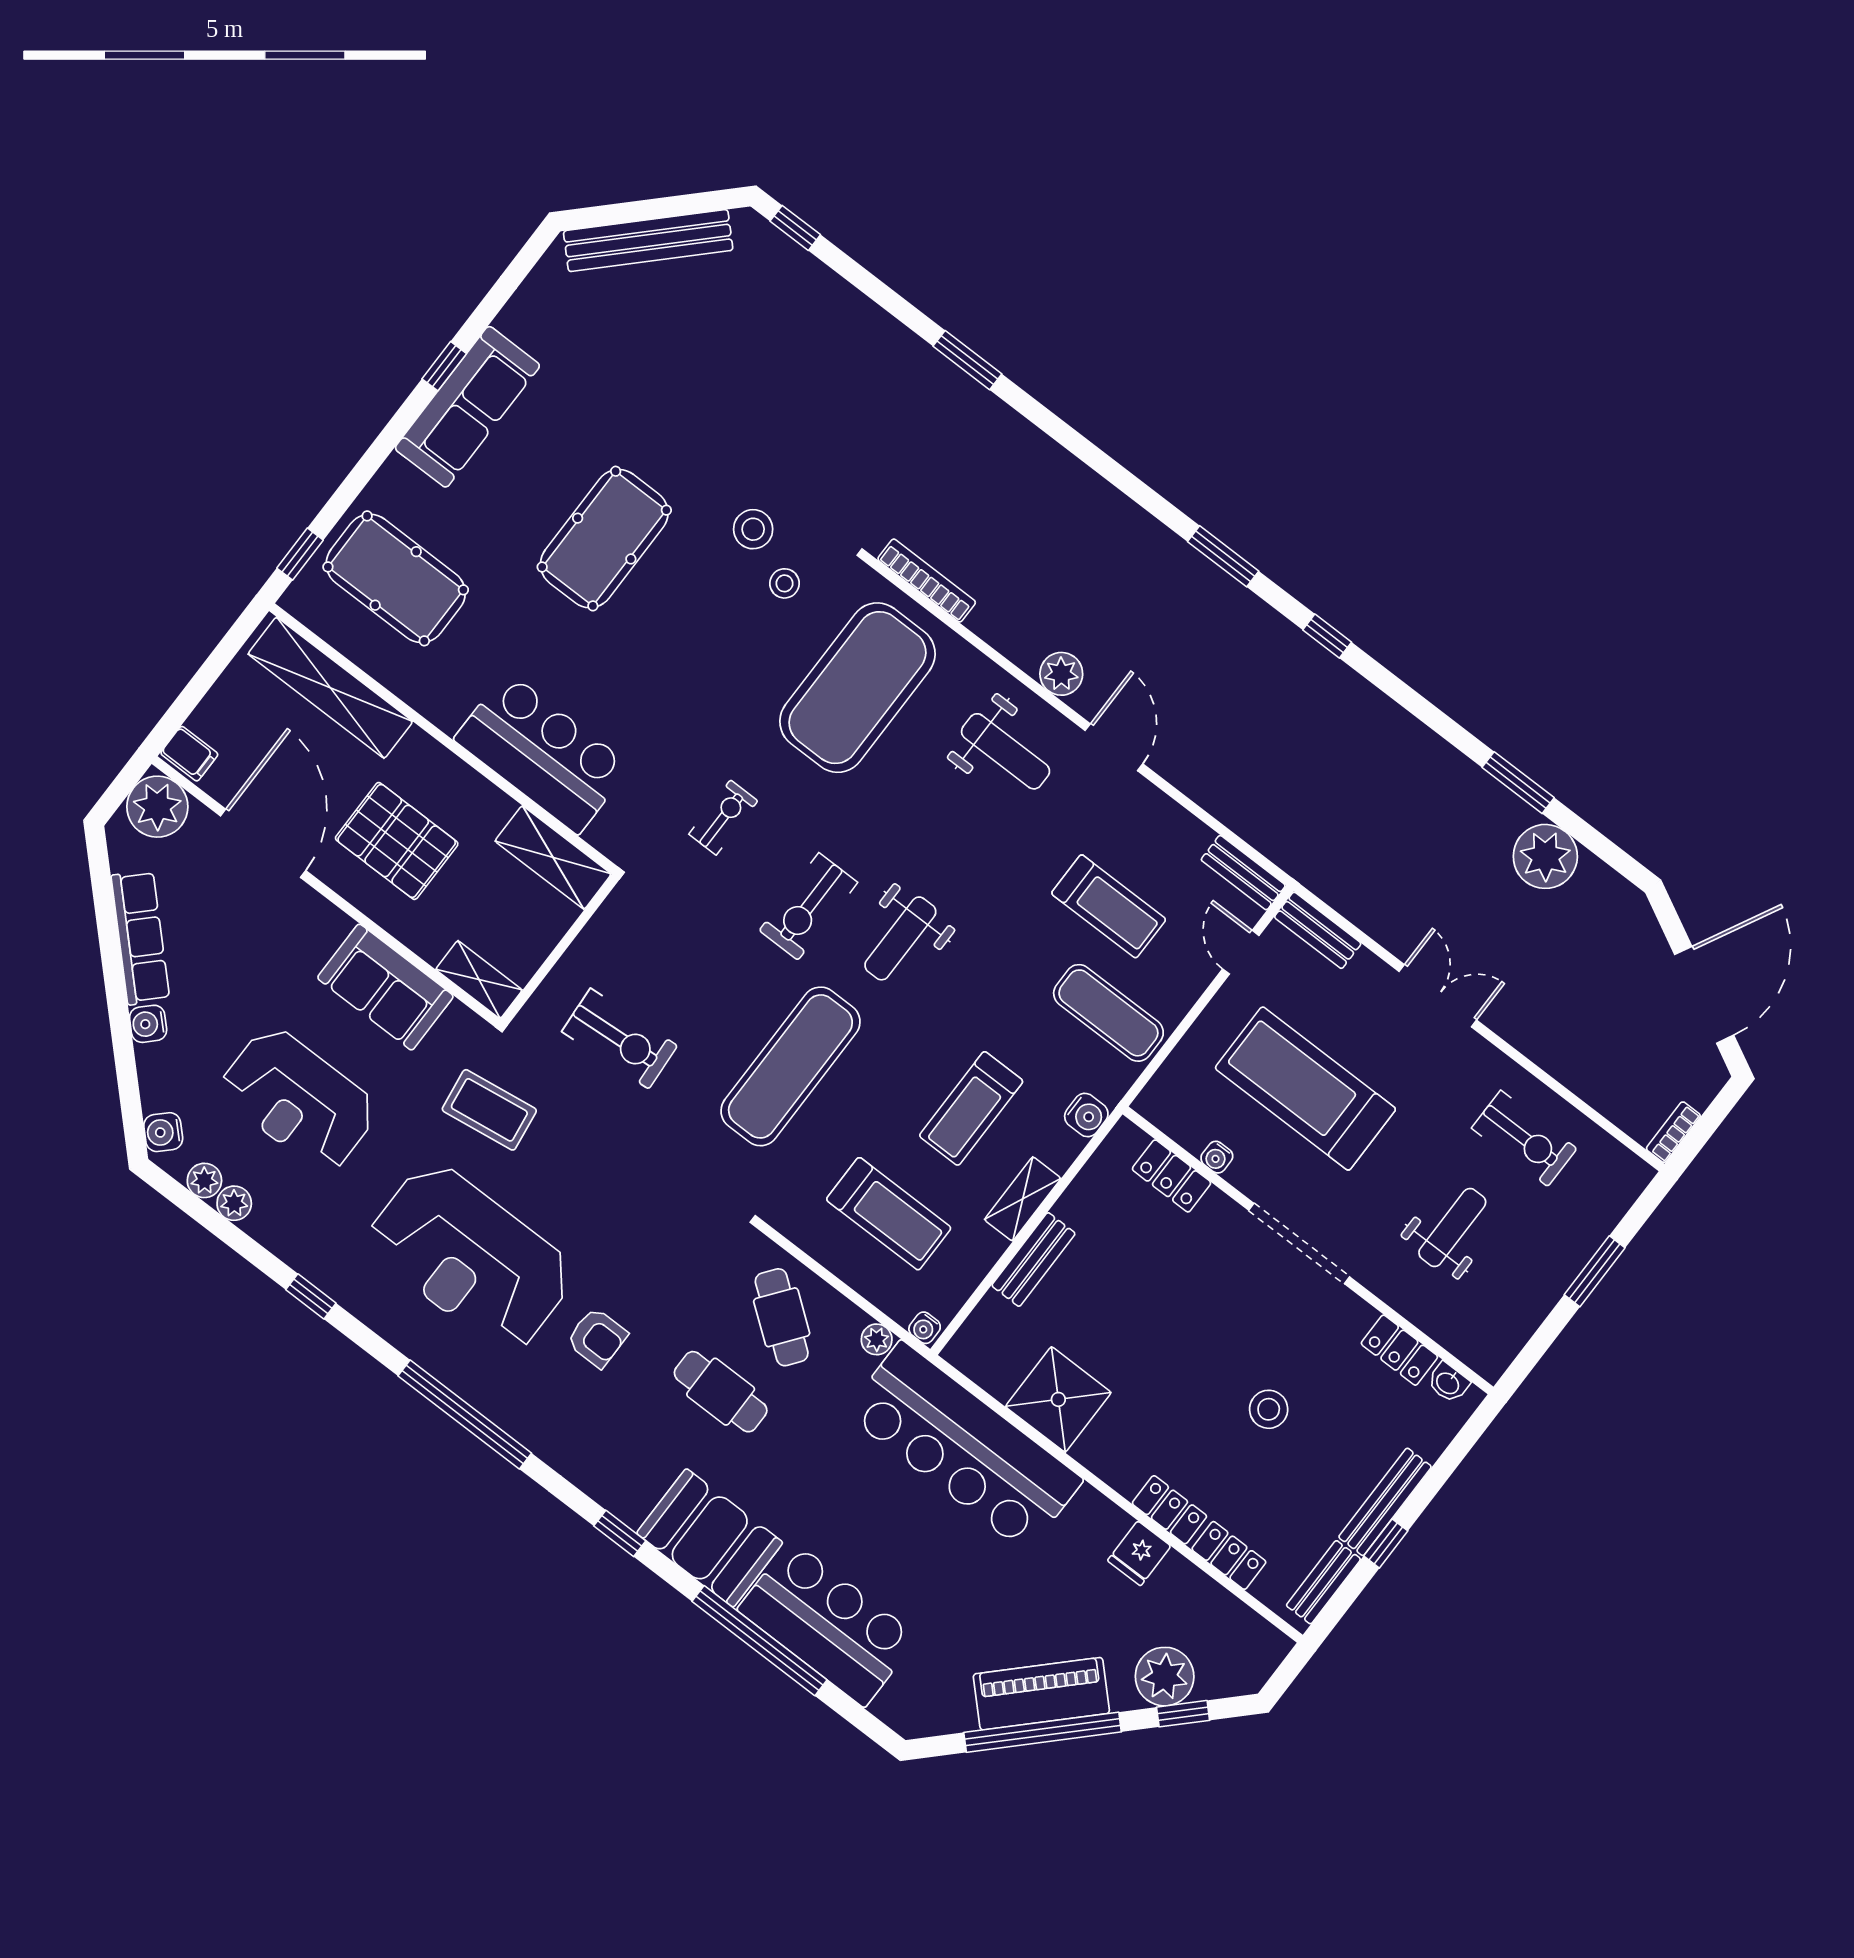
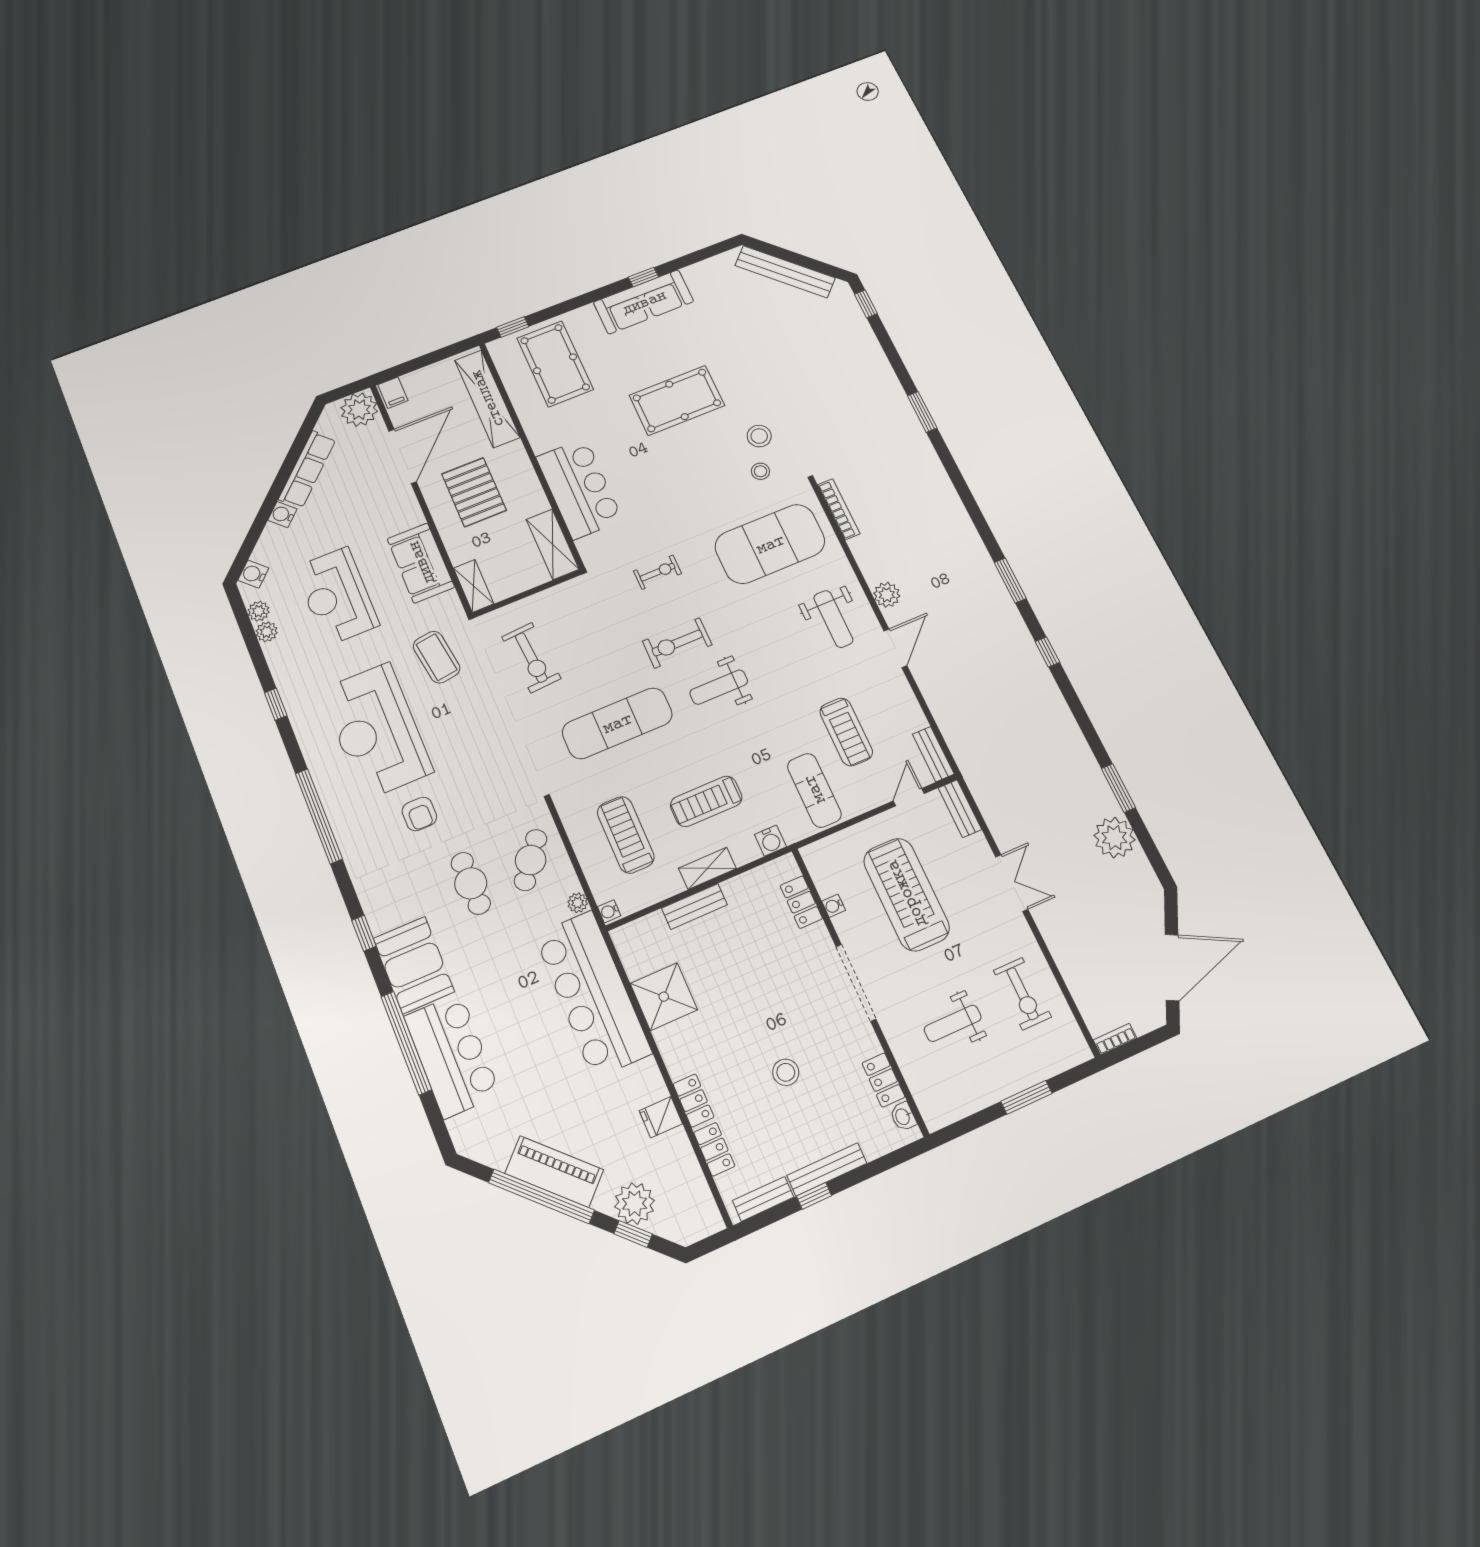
treadmill: (889, 1214) -> (626, 835), turned 180
weight bench: (1452, 1227) -> (953, 1023), turned 180

